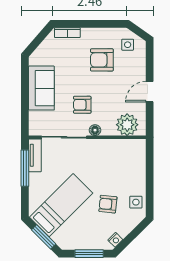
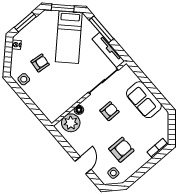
door: (150, 92) -> (83, 165), moved
floor lamp: (95, 130) -> (79, 110), moved
tv unit: (35, 155) -> (108, 50), width x1.41
window: (25, 168) -> (101, 29), moved

